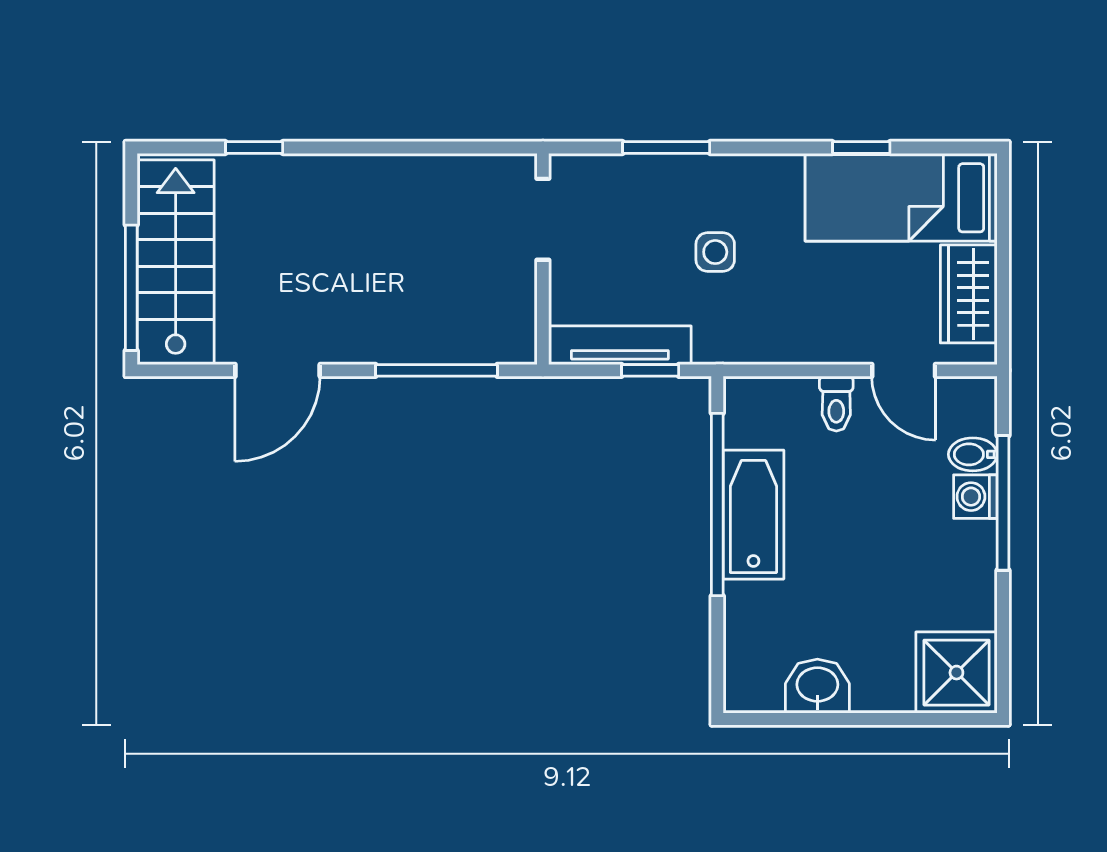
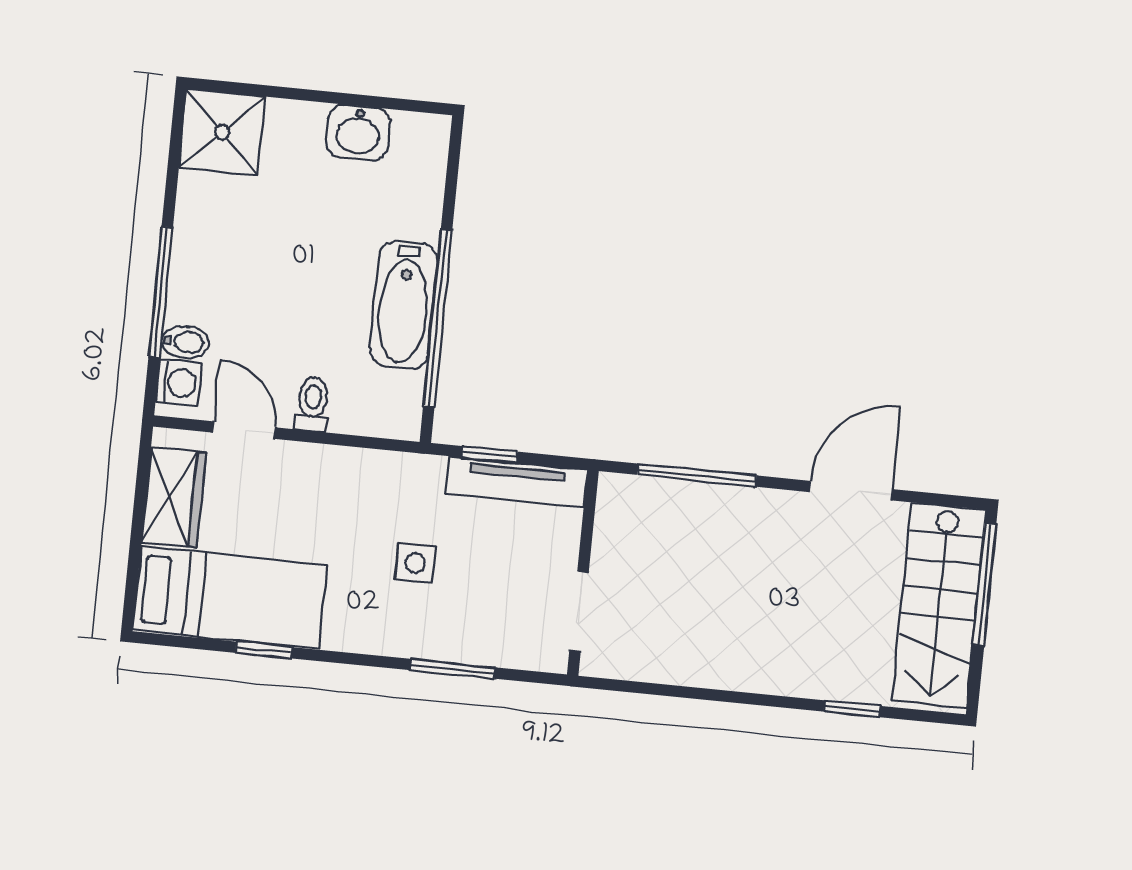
washing machine: (975, 497) -> (179, 383), moved

